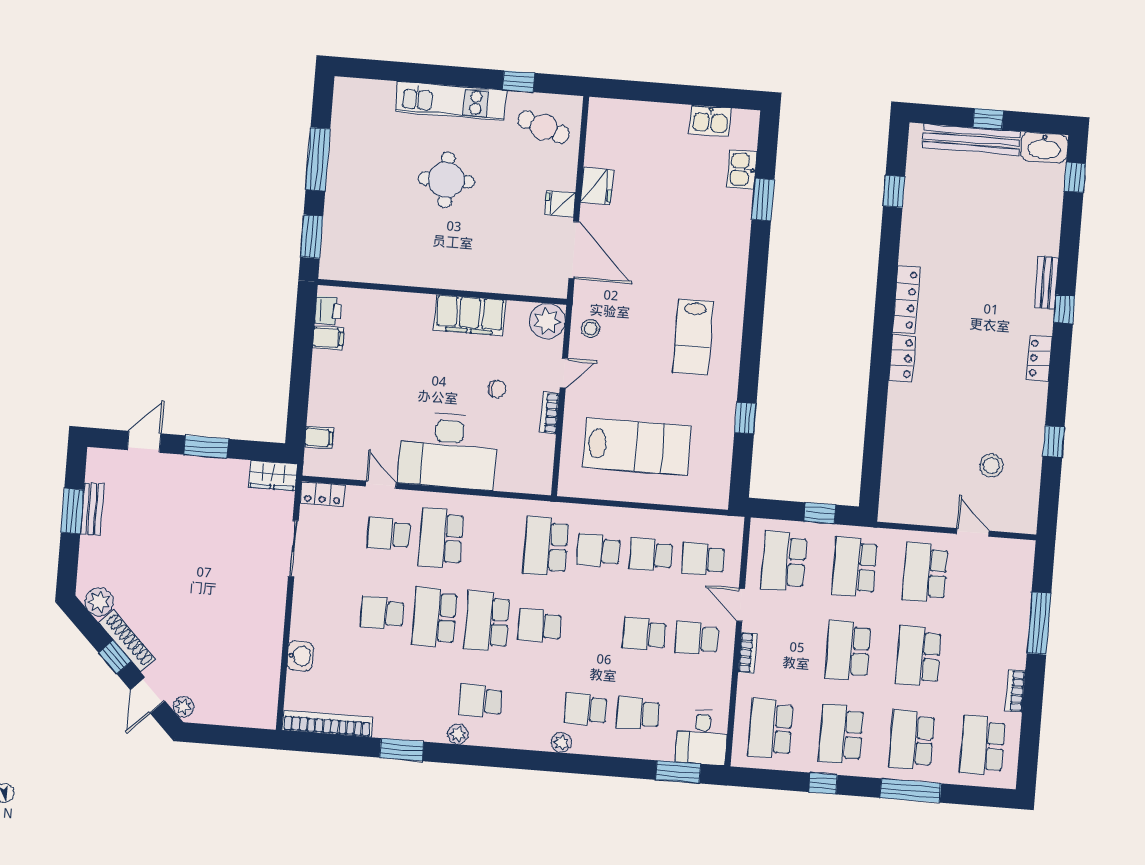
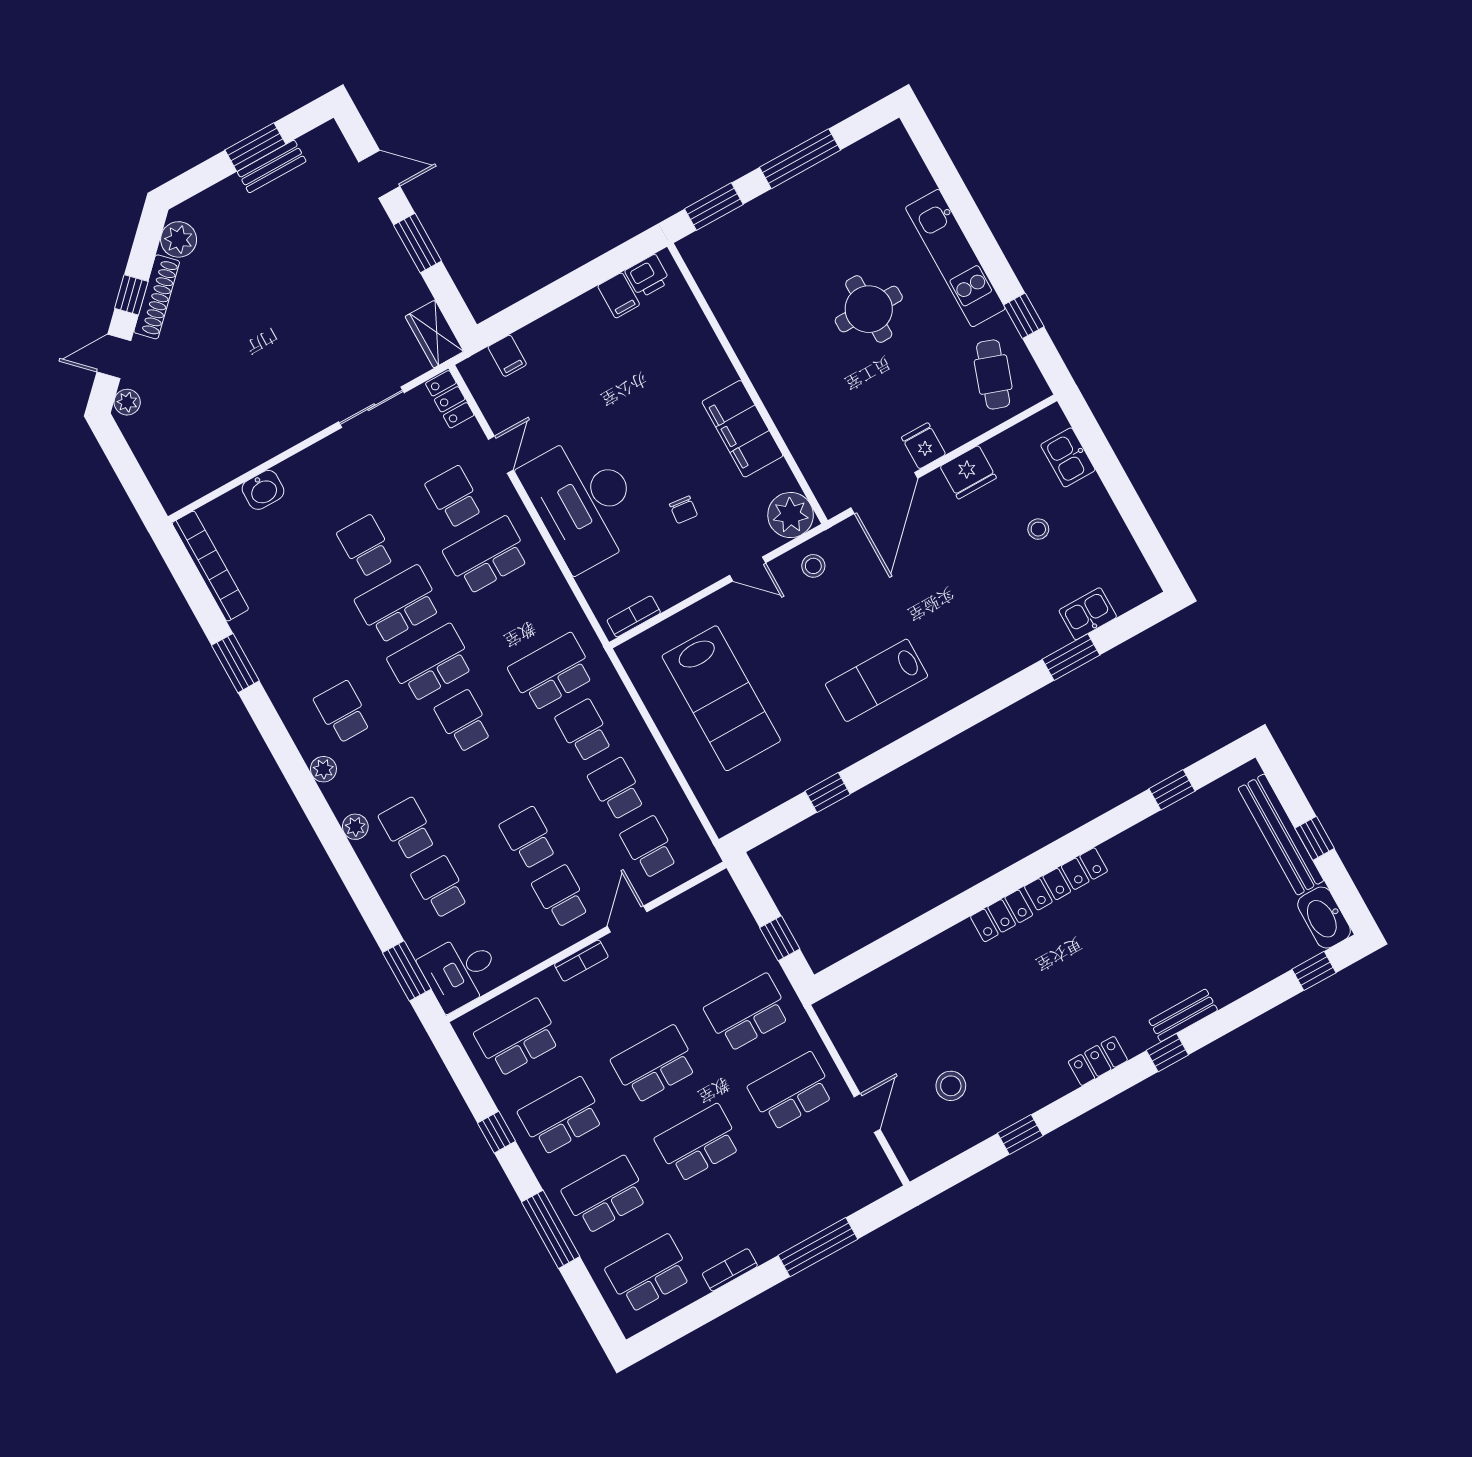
kitchen sink: (710, 121) -> (1068, 457), moved
stool: (665, 165) -> (1038, 529), added
bookcase: (550, 413) -> (634, 616), moved
school desk: (784, 561) -> (704, 934), removed
plant: (458, 734) -> (323, 769), moved

